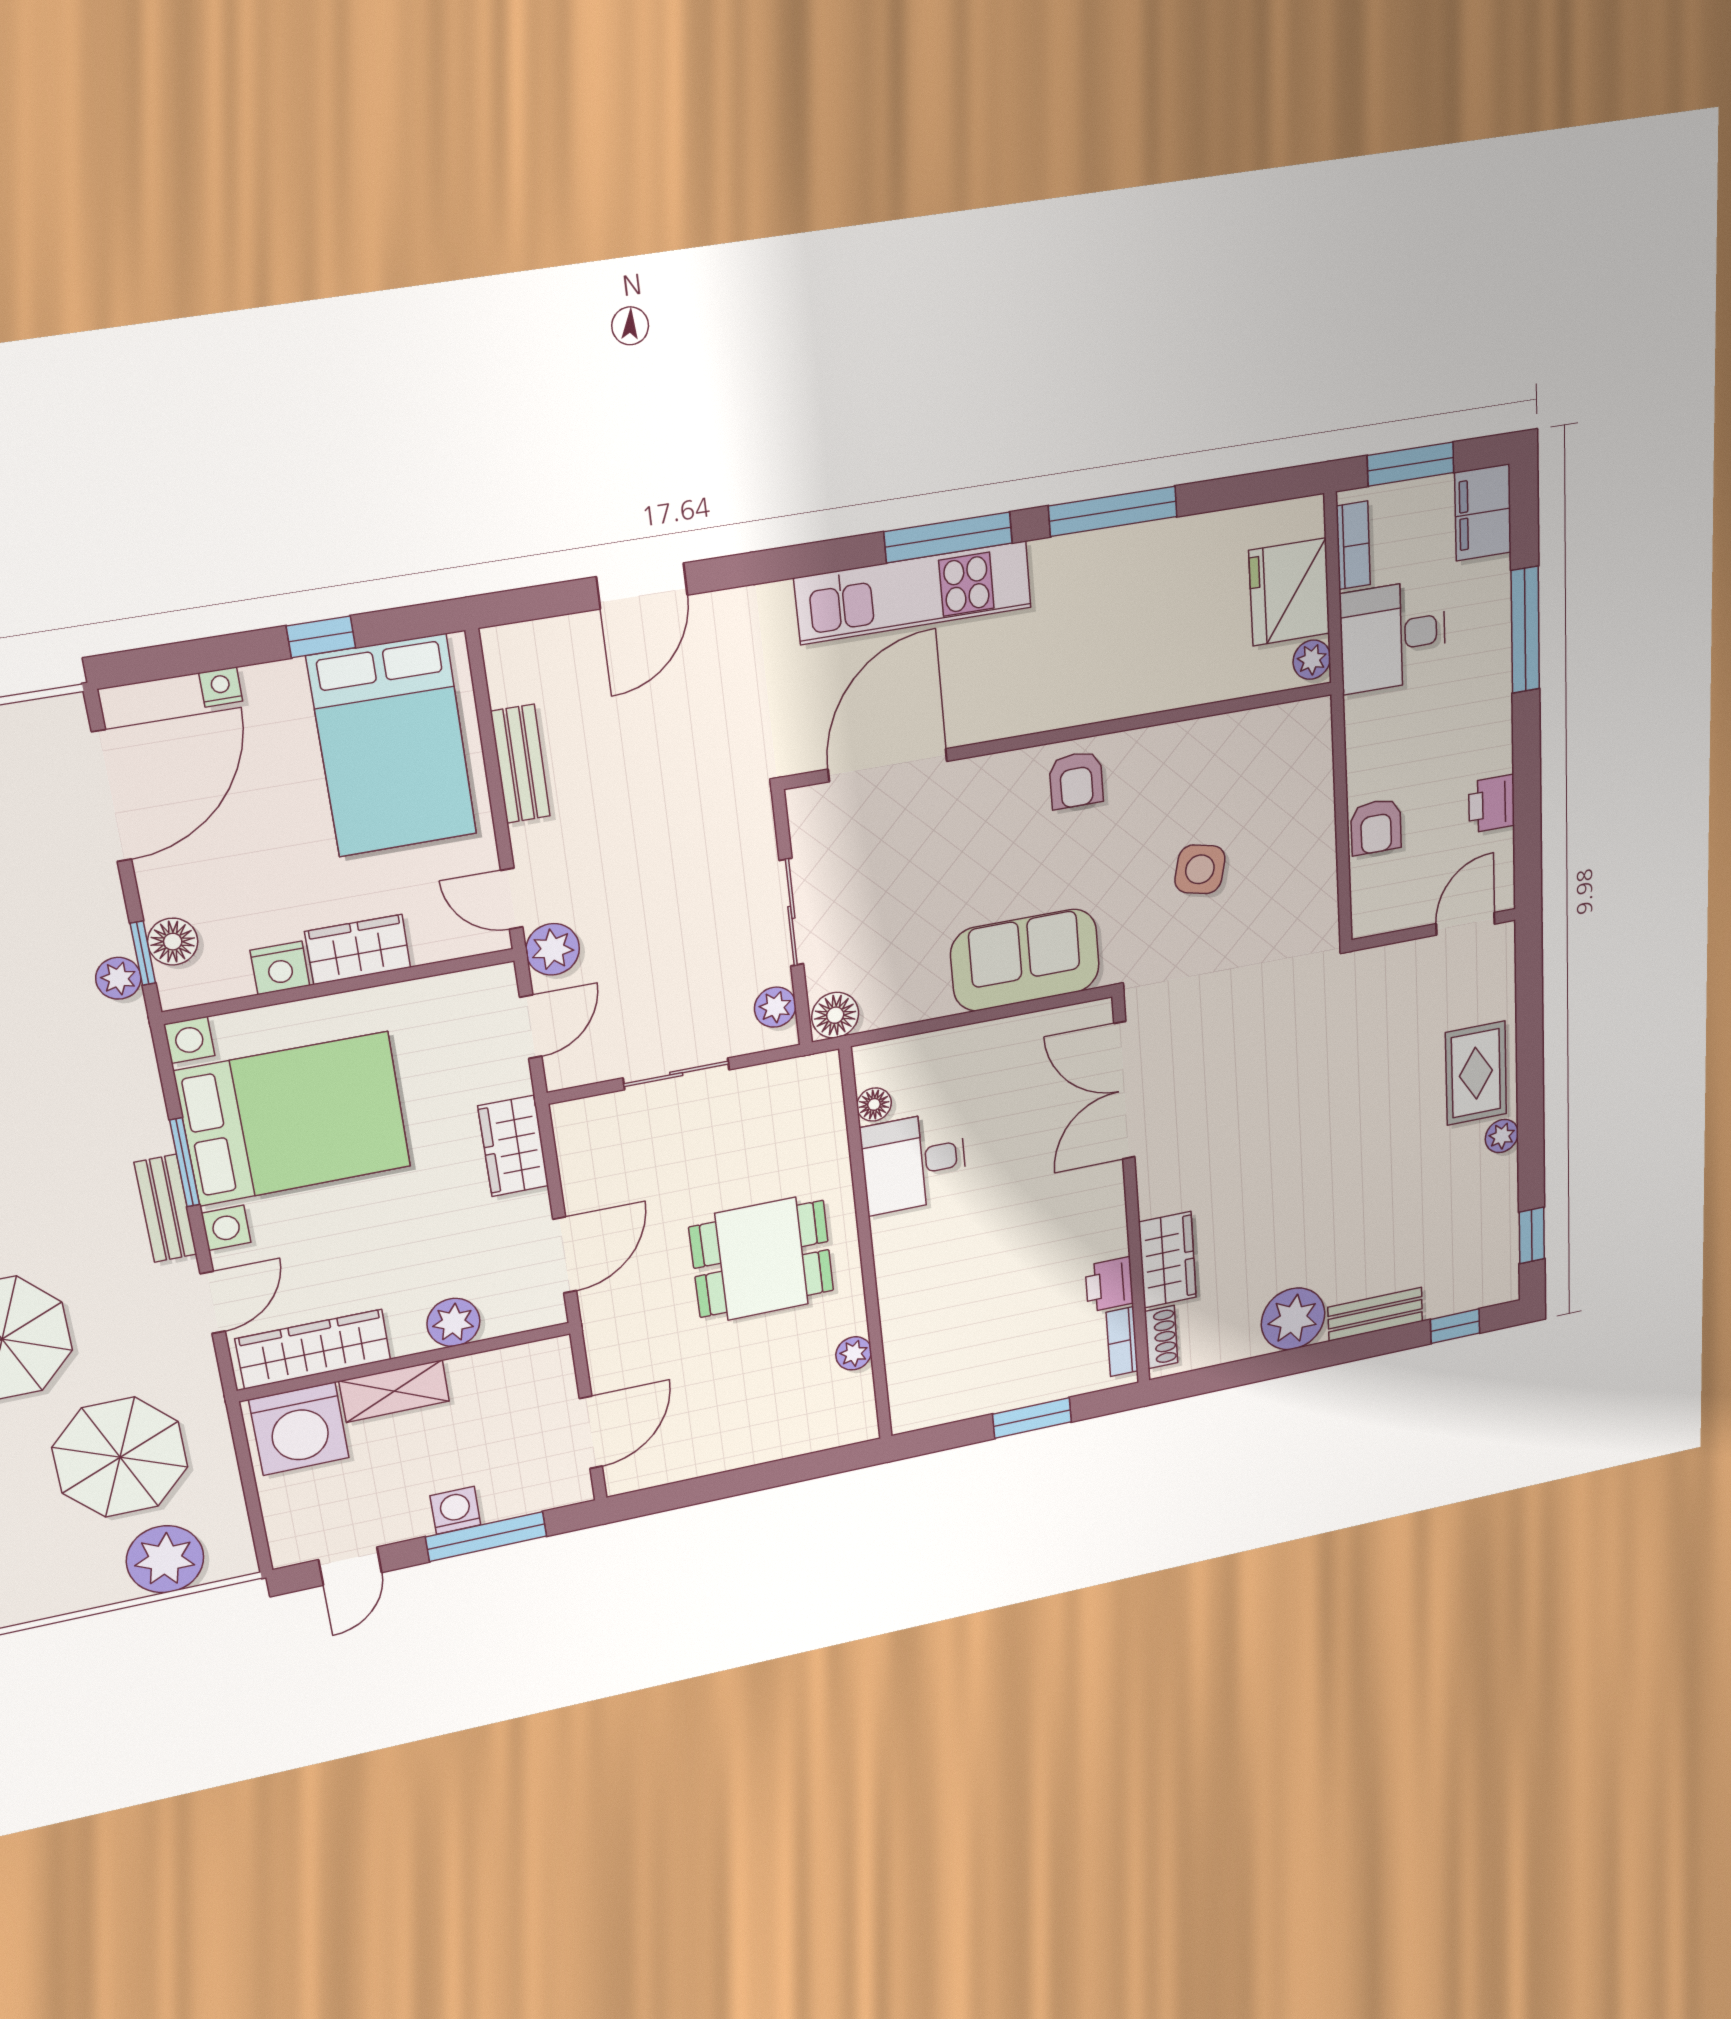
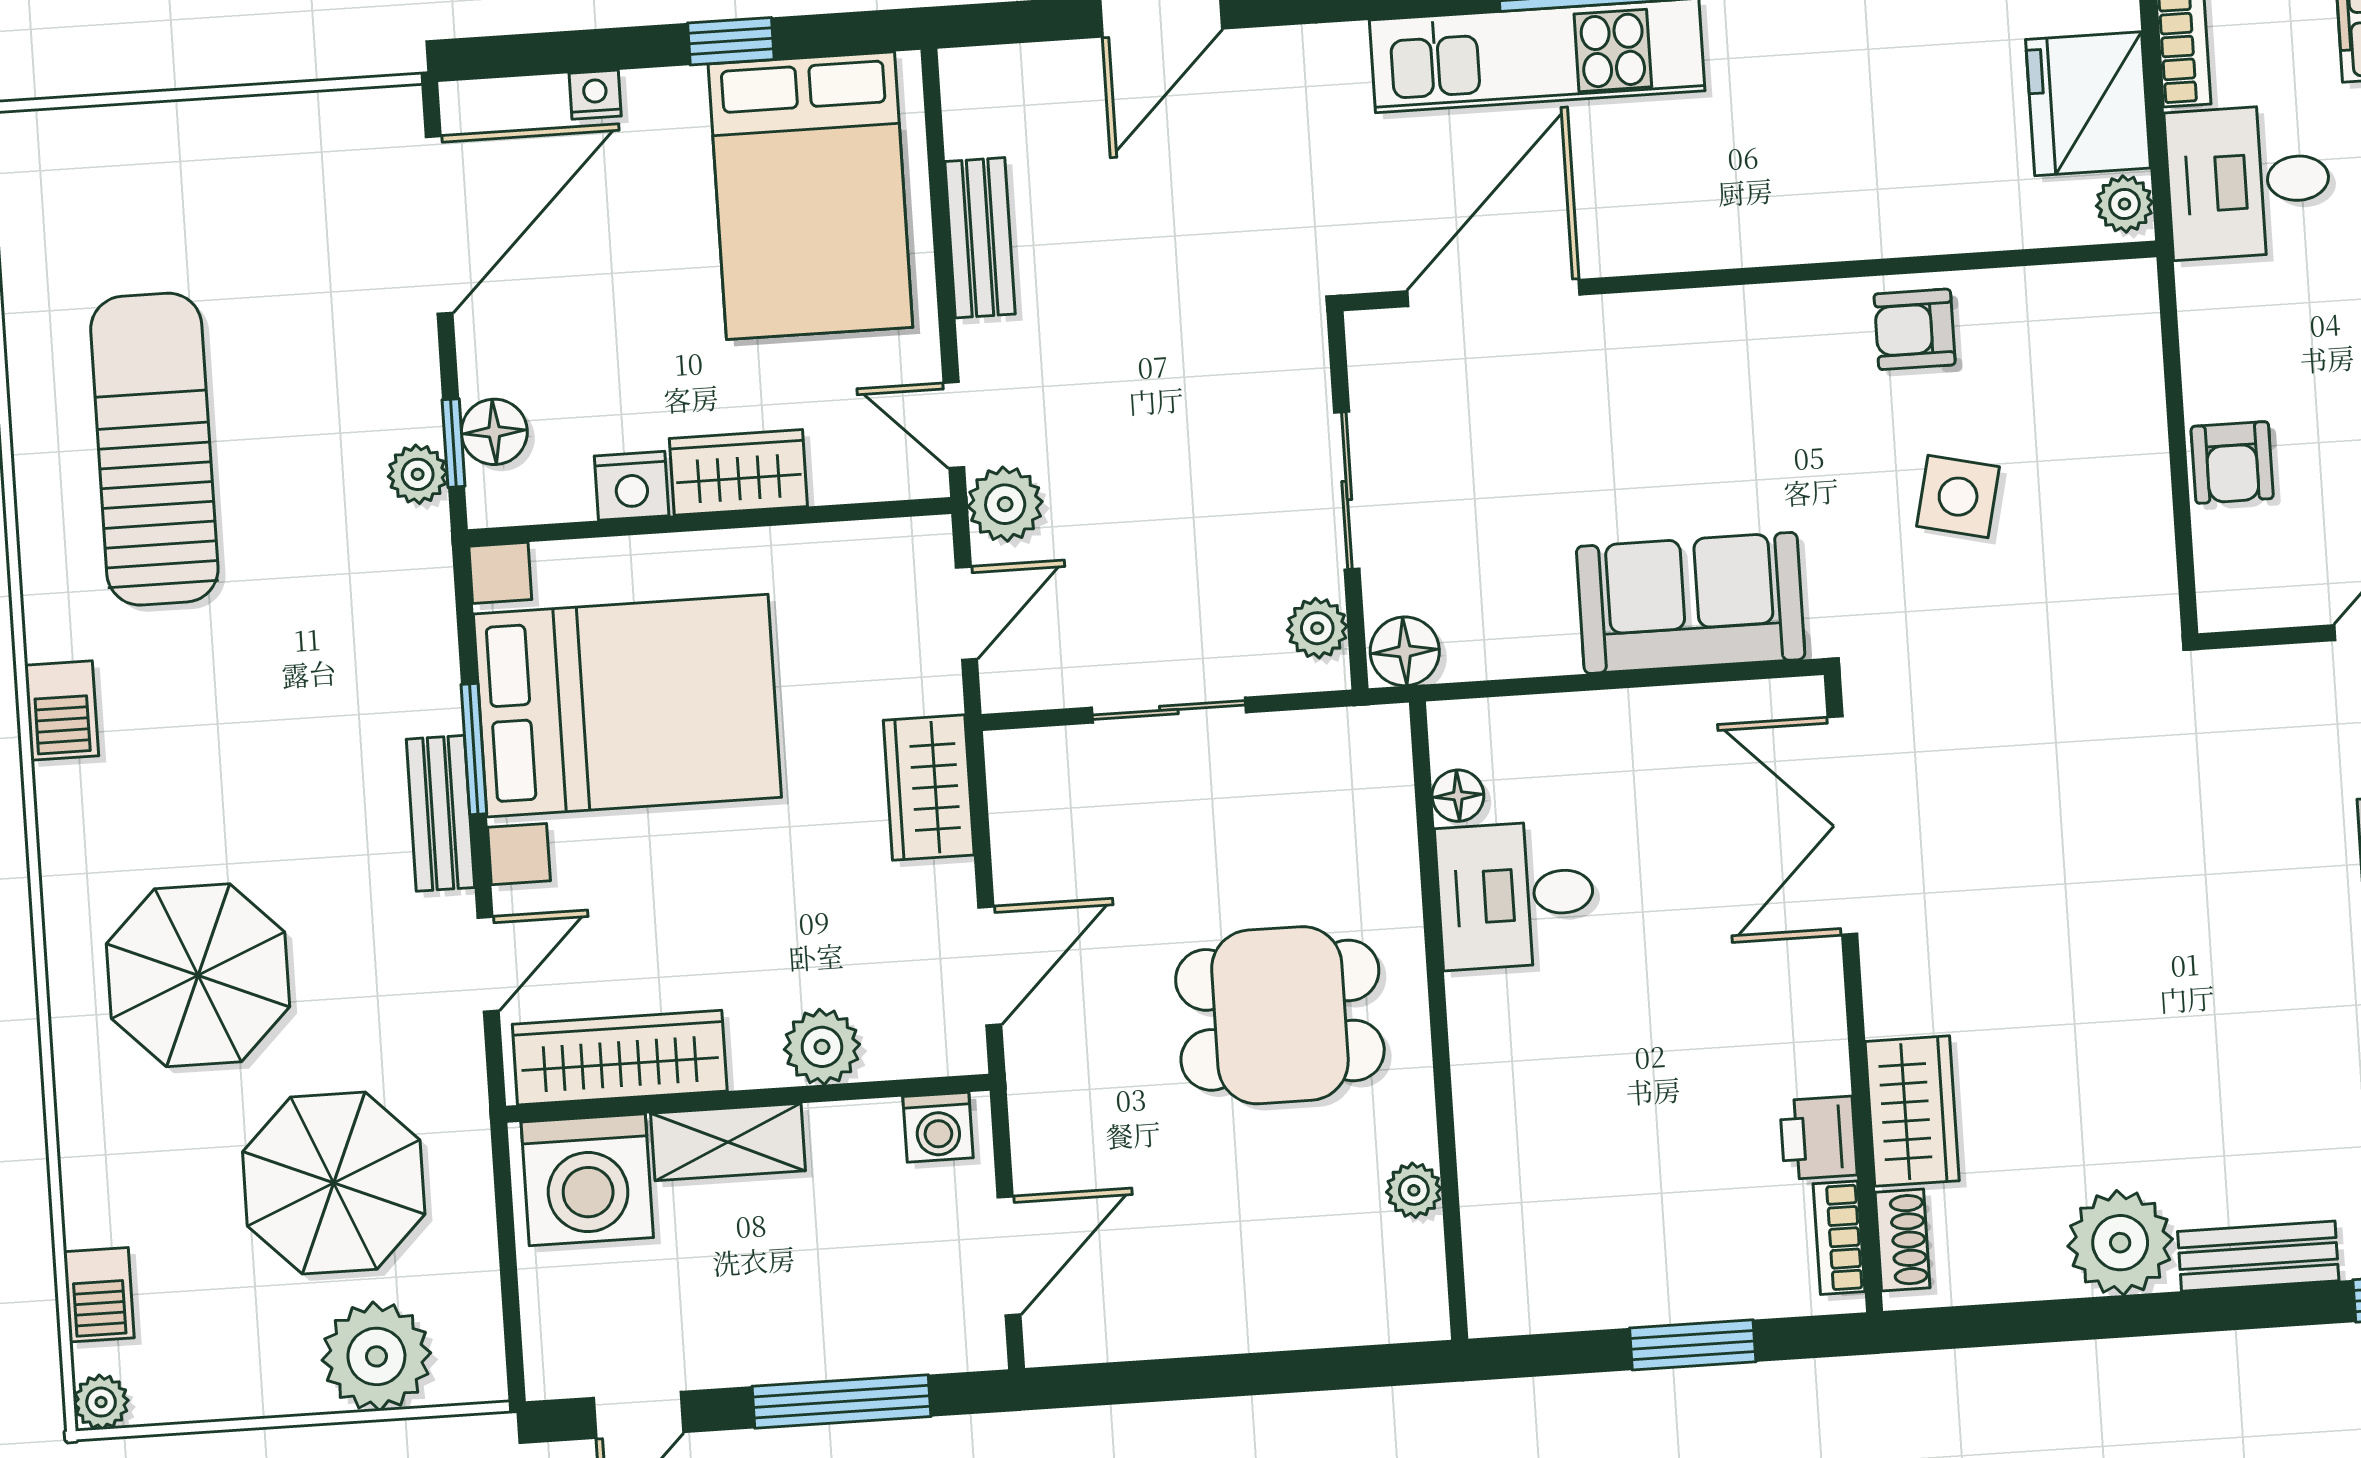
armchair: (1076, 780) -> (1915, 329), moved, turned 90
washing machine: (455, 1510) -> (938, 1127), moved, turned 180

